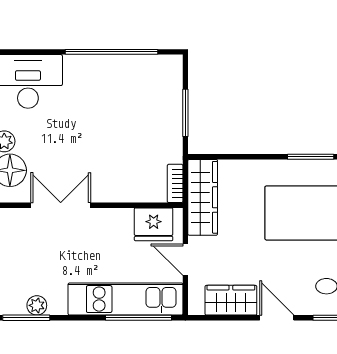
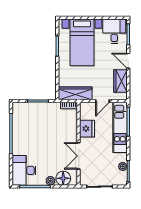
fridge: (154, 224) -> (87, 129), moved
door: (277, 318) -> (128, 61), hinge flipped

